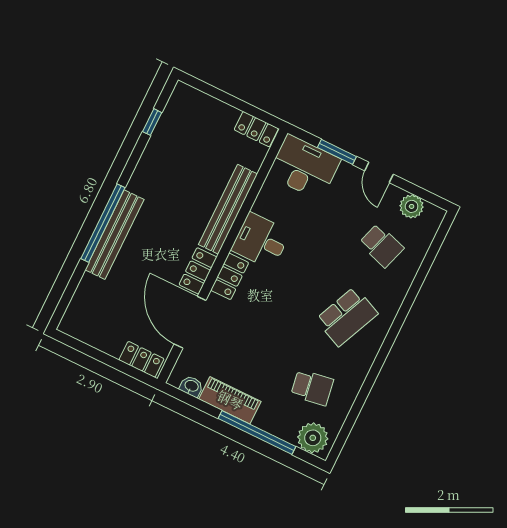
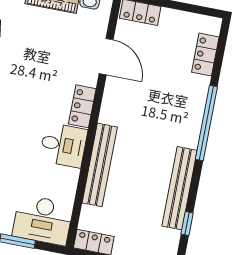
bench: (114, 235) -> (180, 188), moved
locker: (198, 271) -> (205, 55), moved, turned 180
door: (190, 322) -> (106, 57), width x0.73

